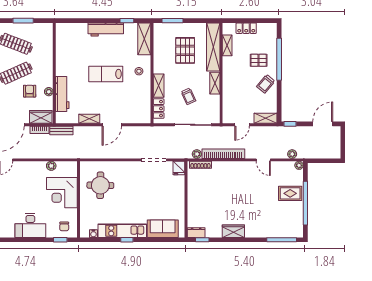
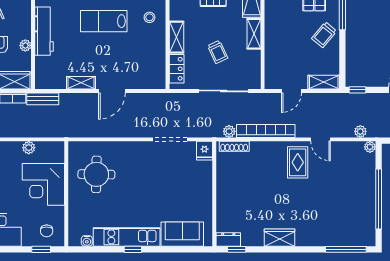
workbench: (62, 94) -> (44, 31), moved
rug: (290, 193) -> (298, 162), moved, turned 90

